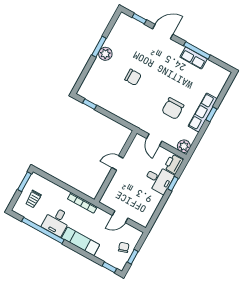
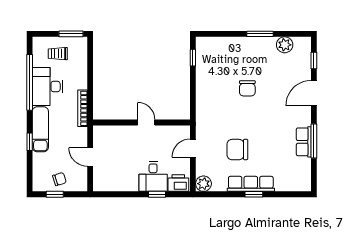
door: (163, 32) -> (314, 93), swing flipped
plant: (105, 54) -> (285, 45), moved
desk: (56, 221) -> (47, 86), width x1.37
window: (109, 267) -> (30, 142), moved

